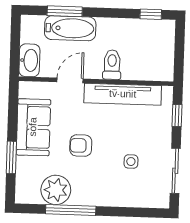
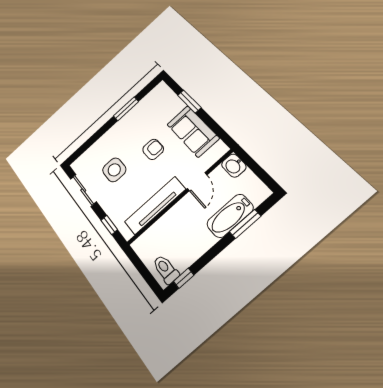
washbasin: (29, 60) -> (234, 166), width x0.72
toilet: (112, 65) -> (166, 269), moved, turned 180
side table: (131, 162) -> (114, 170), width x1.87, depth x1.87
plant: (56, 190) -> (145, 111), removed
window: (71, 210) -> (126, 109), width x0.69

